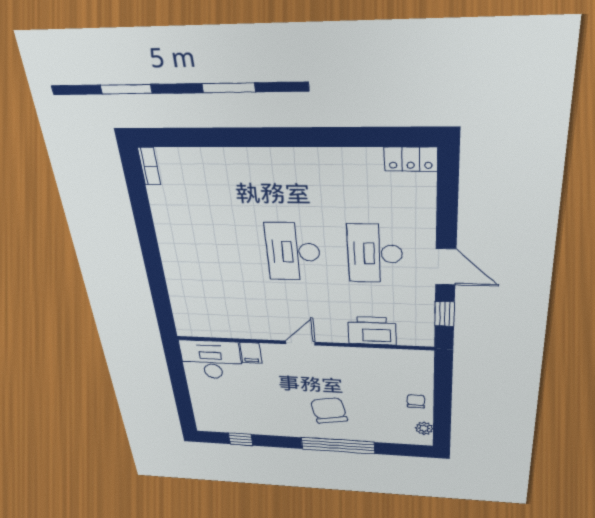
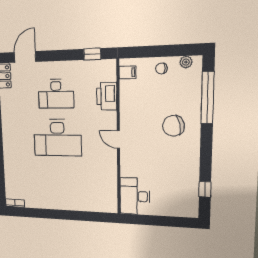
desk: (293, 252) -> (57, 138), width x1.36, depth x1.30
door: (446, 267) -> (25, 57), moved
filing cabinet: (251, 353) -> (127, 72), moved
window: (338, 446) -> (208, 98), moved

